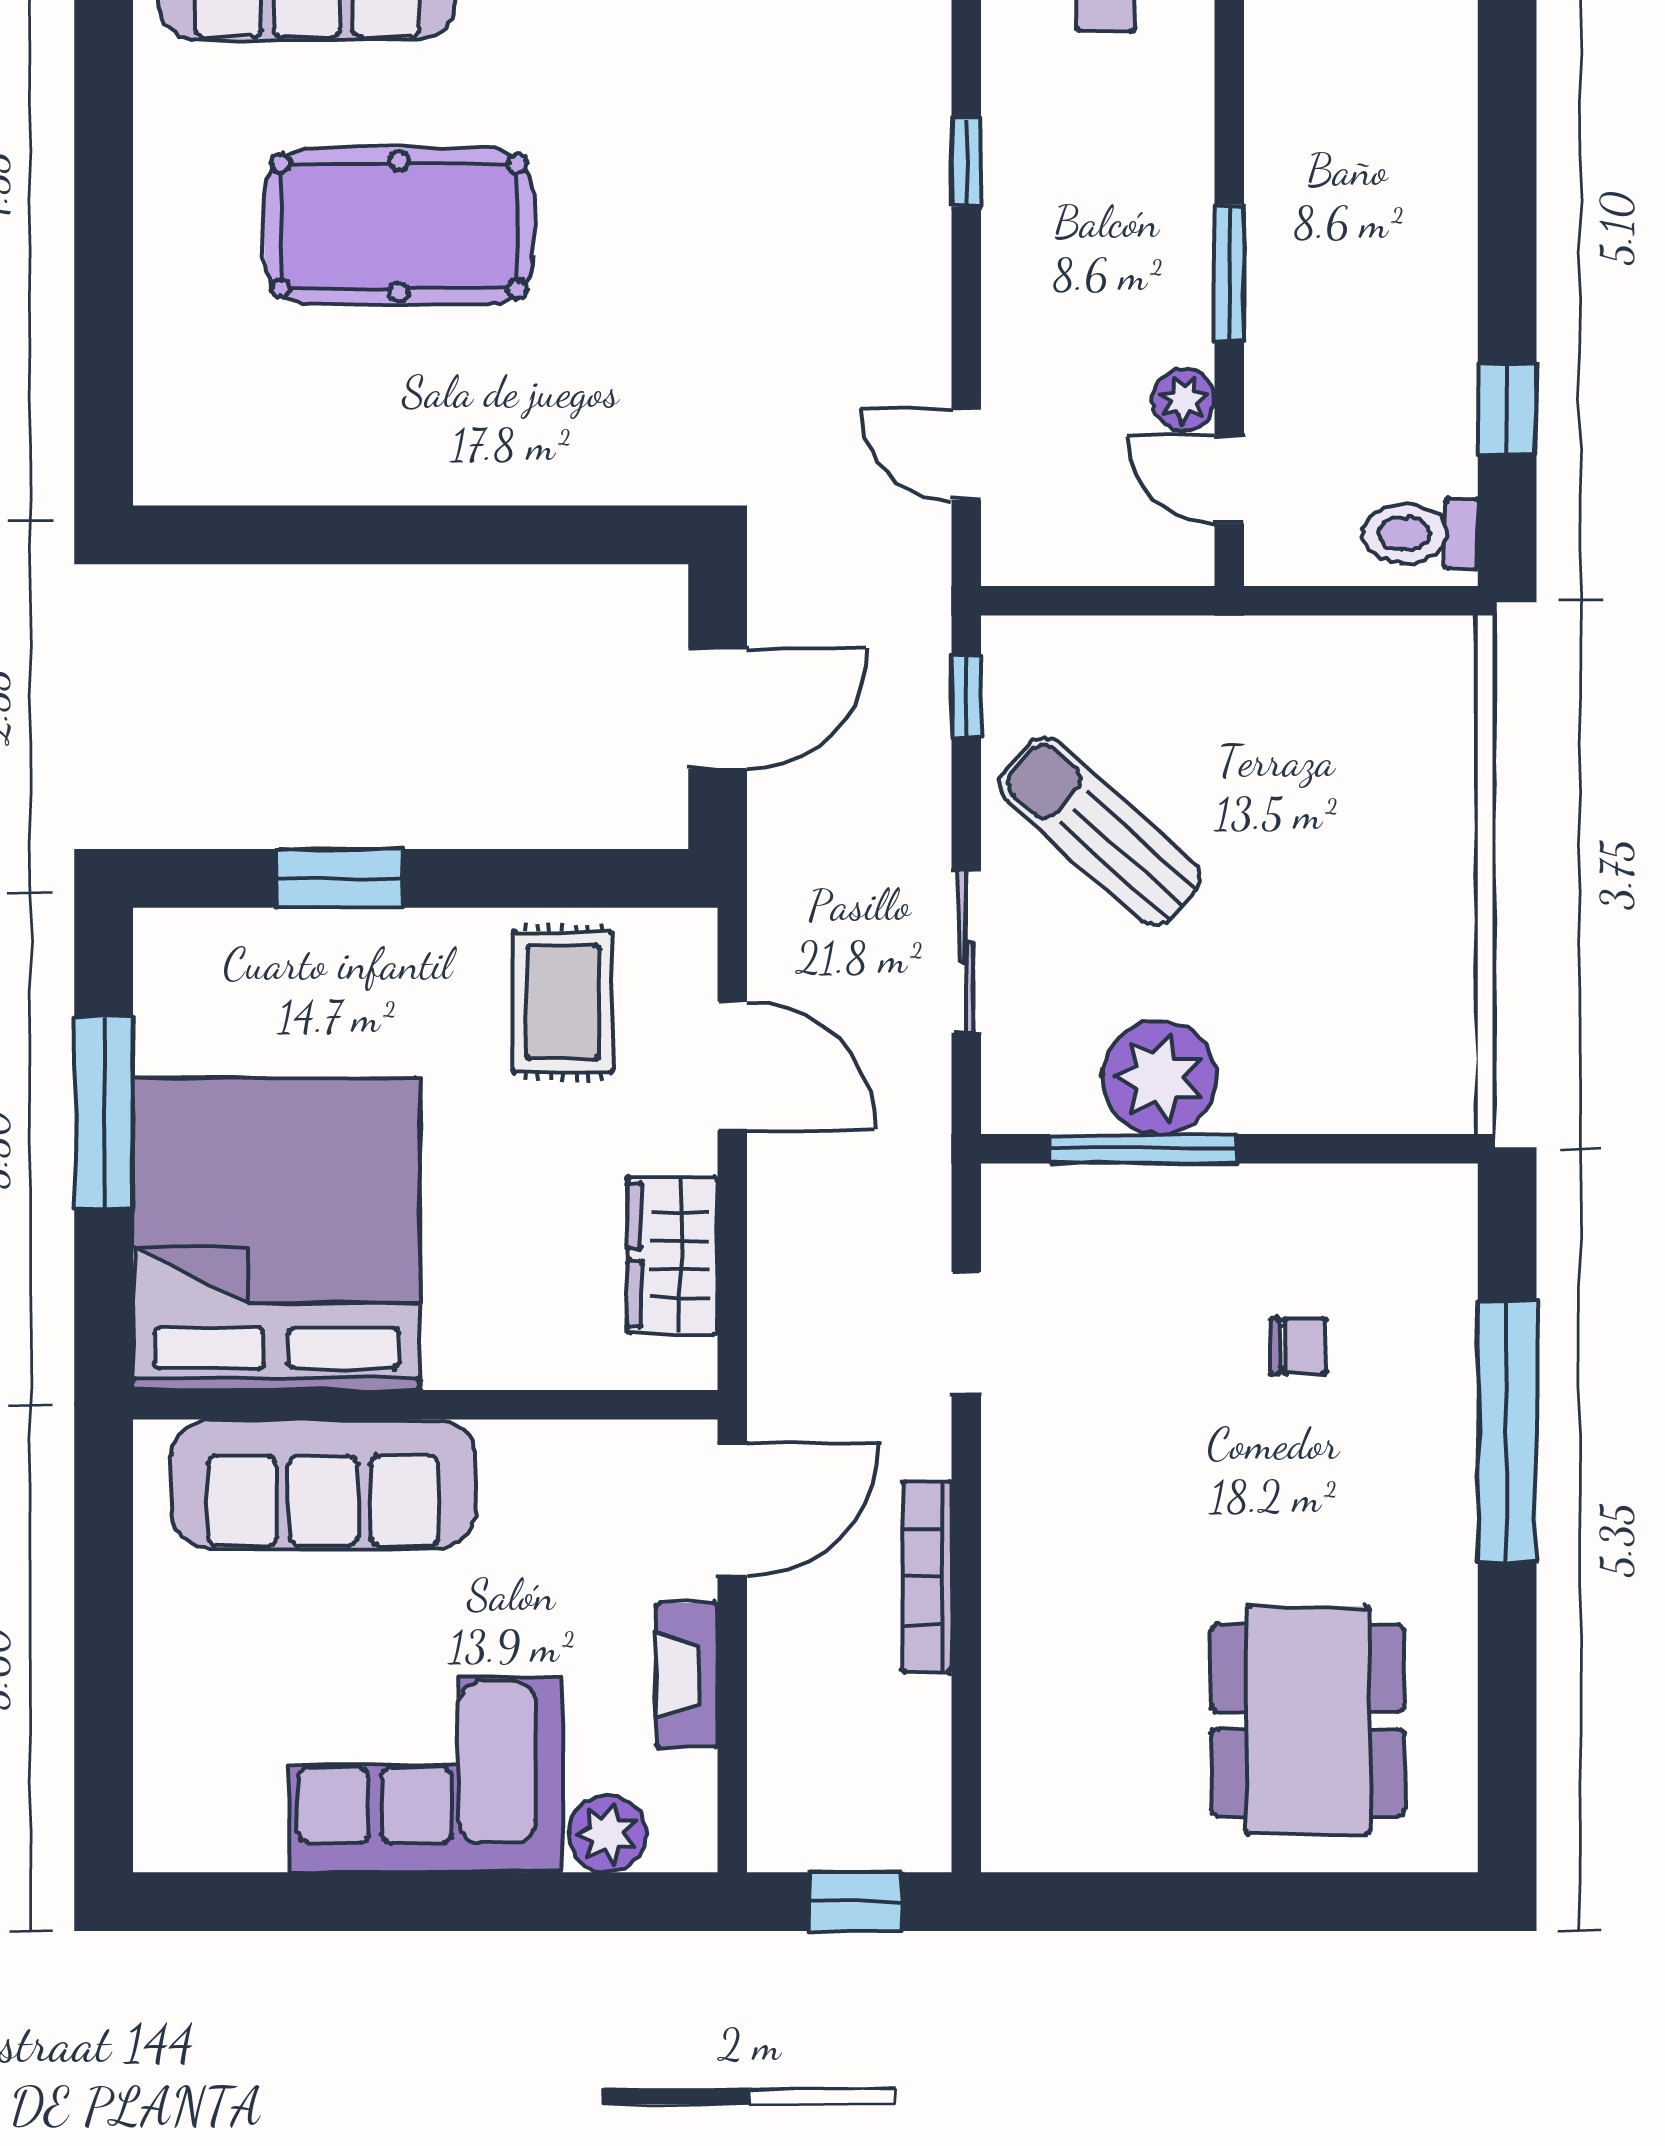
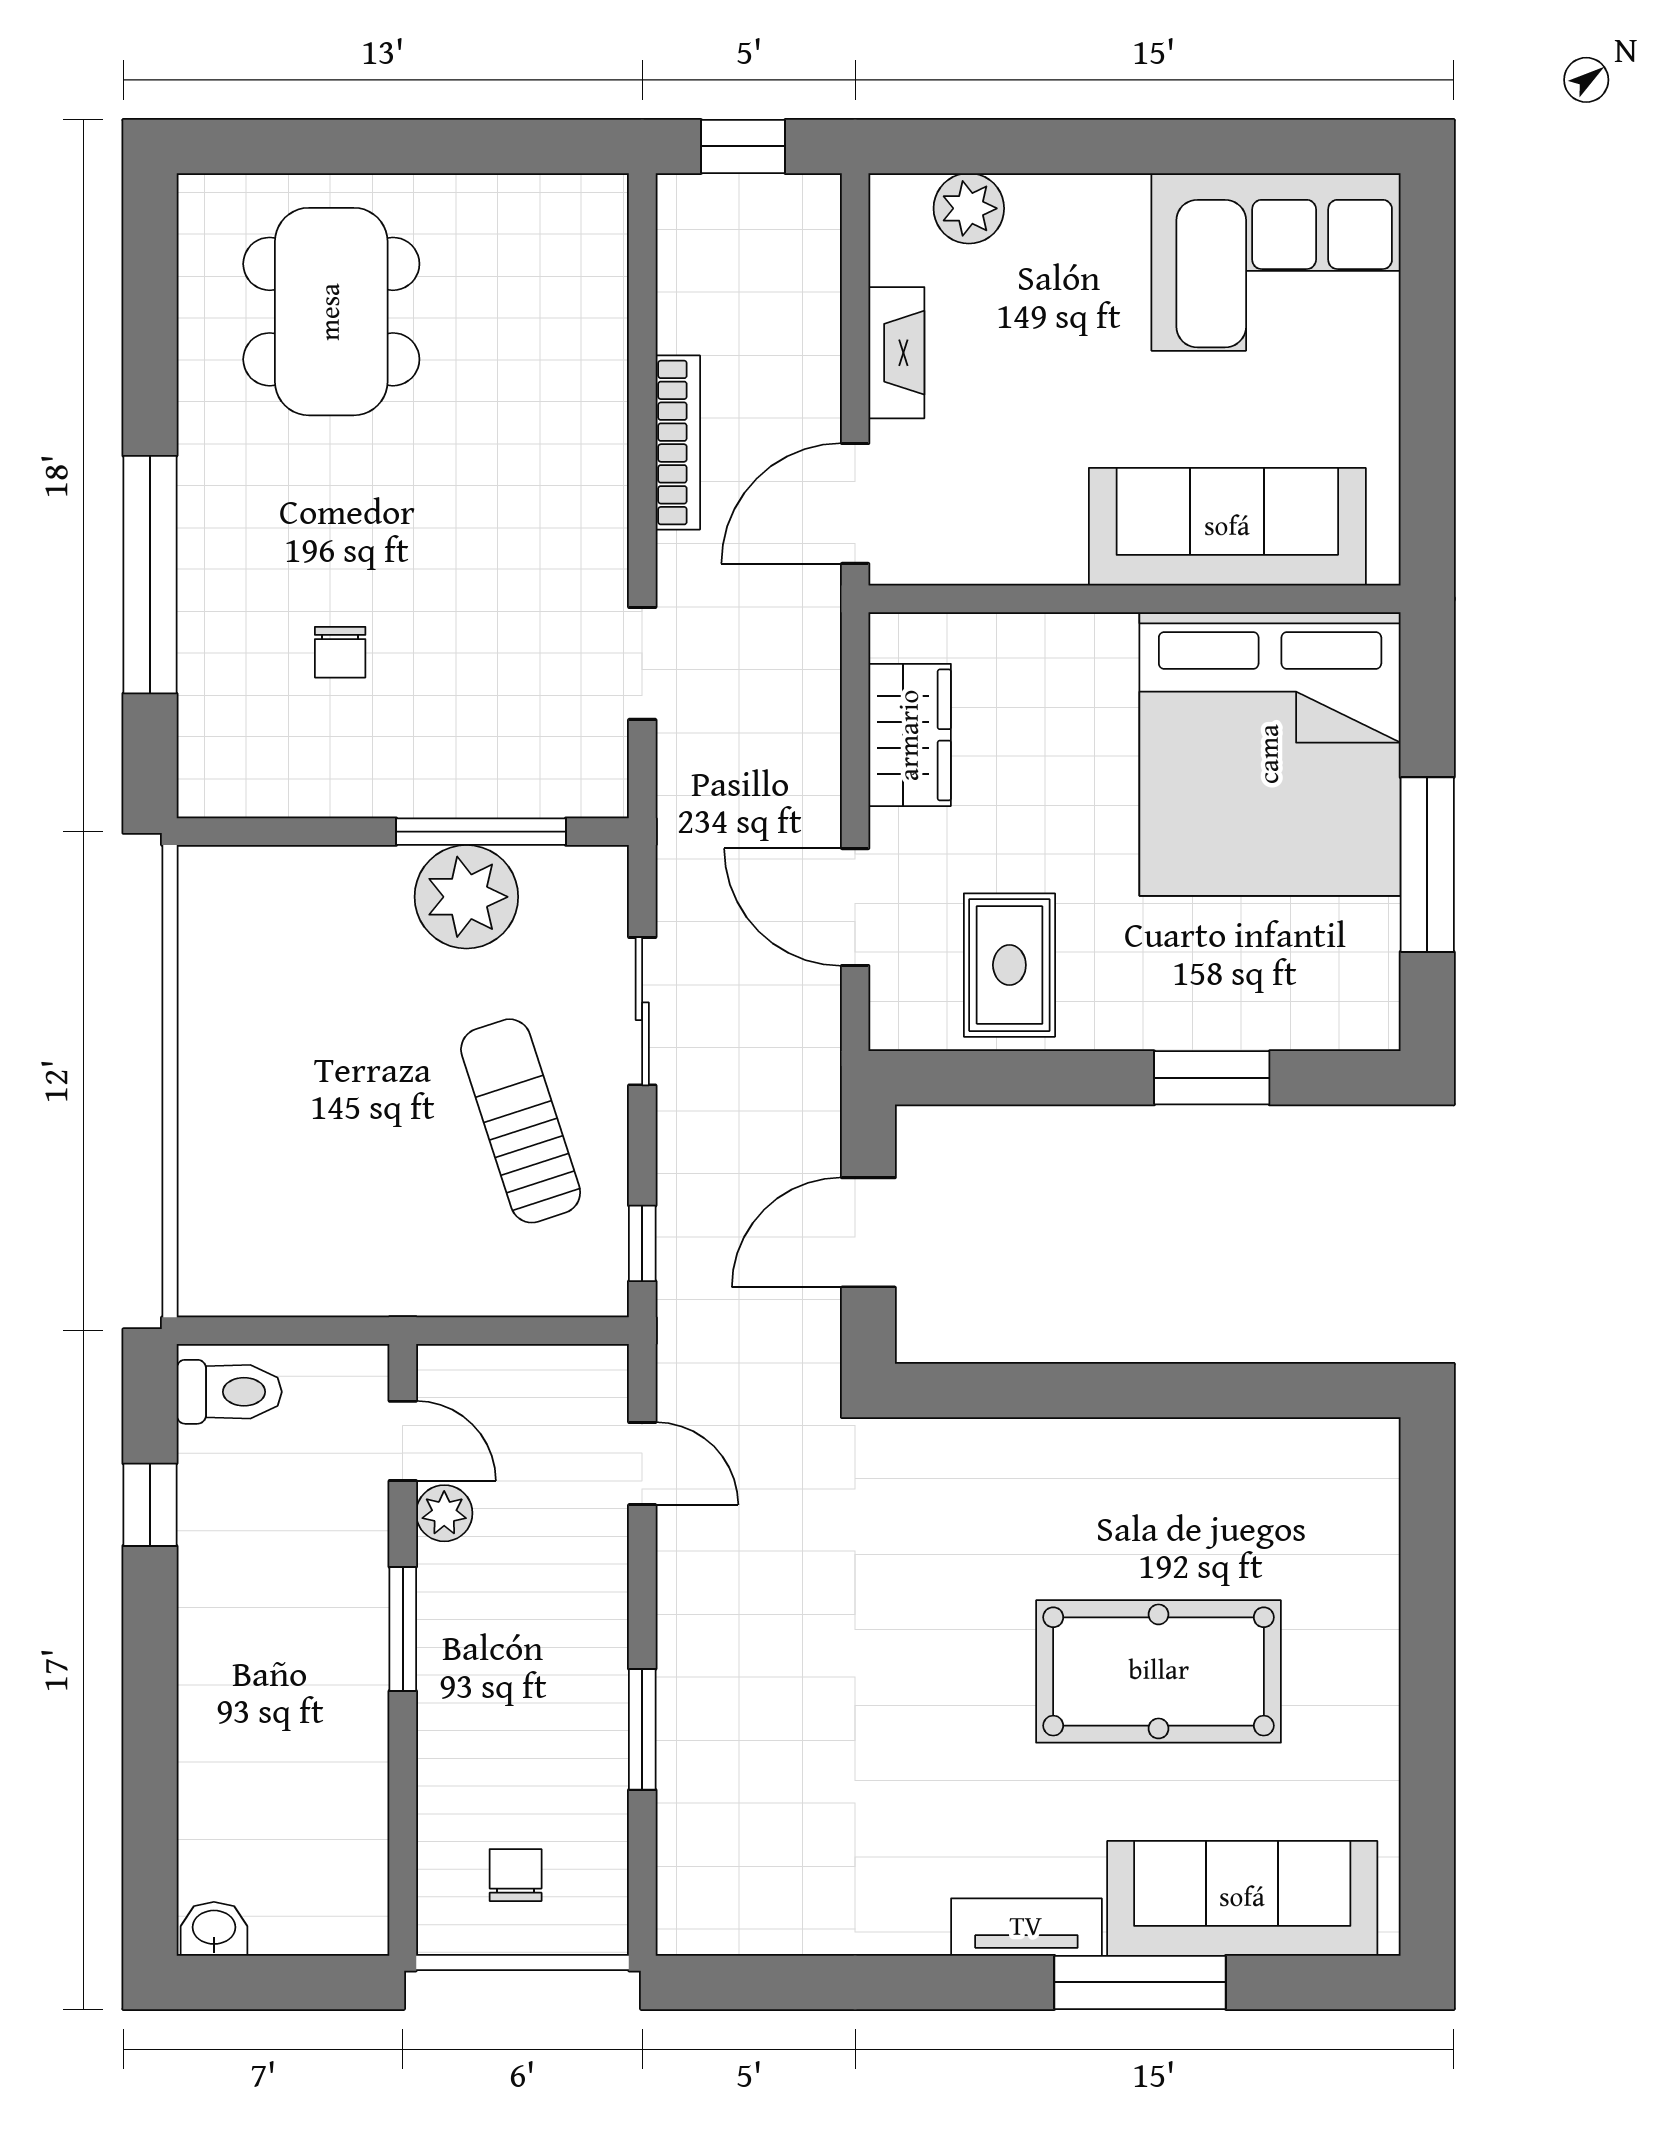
window: (966, 162) -> (642, 1729), width x1.50
sun lounger: (1100, 831) -> (521, 1121), turned -150
chair: (1298, 1346) -> (340, 652), turned -90
corner sofa: (426, 1775) -> (1276, 262), moved

